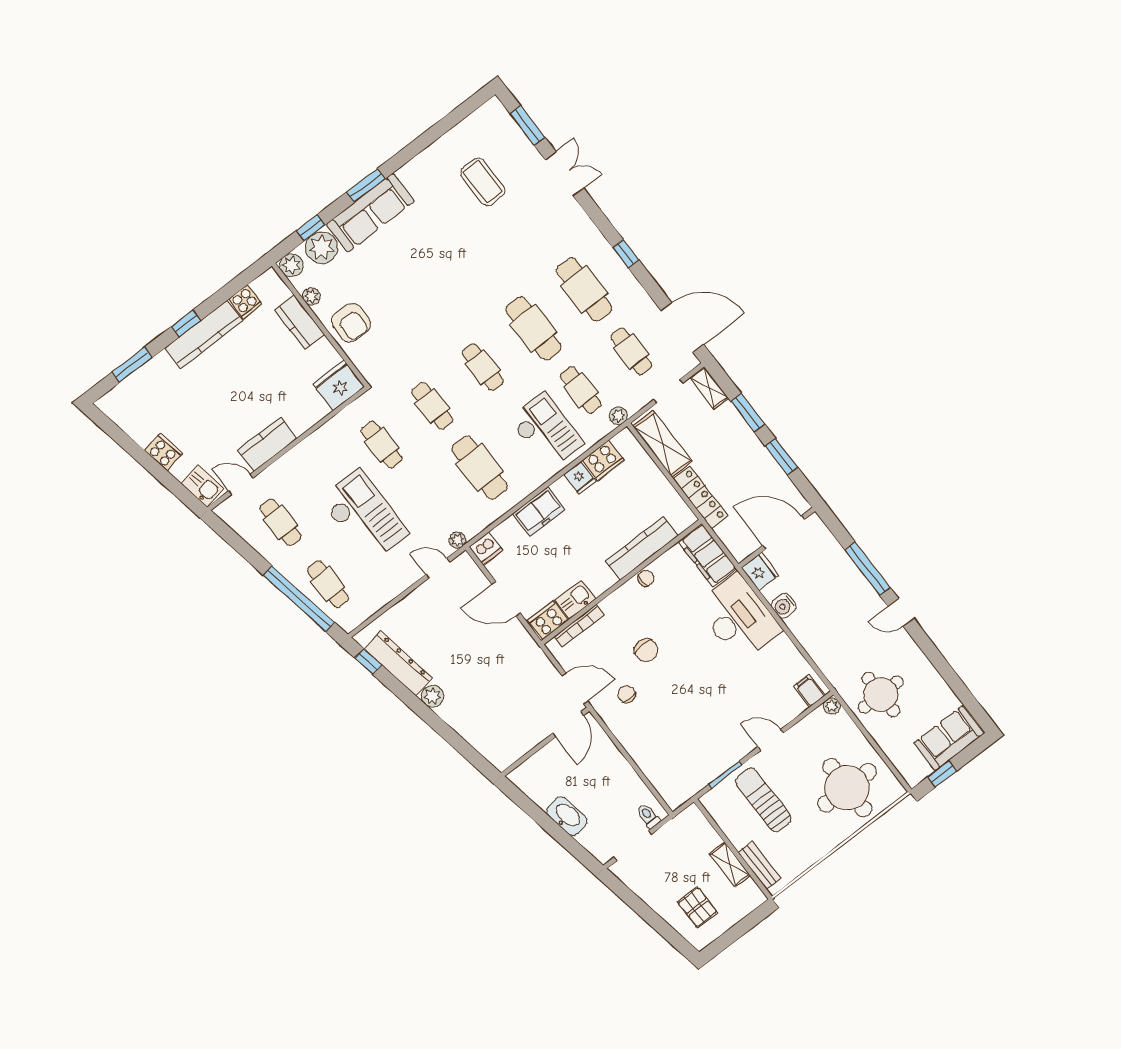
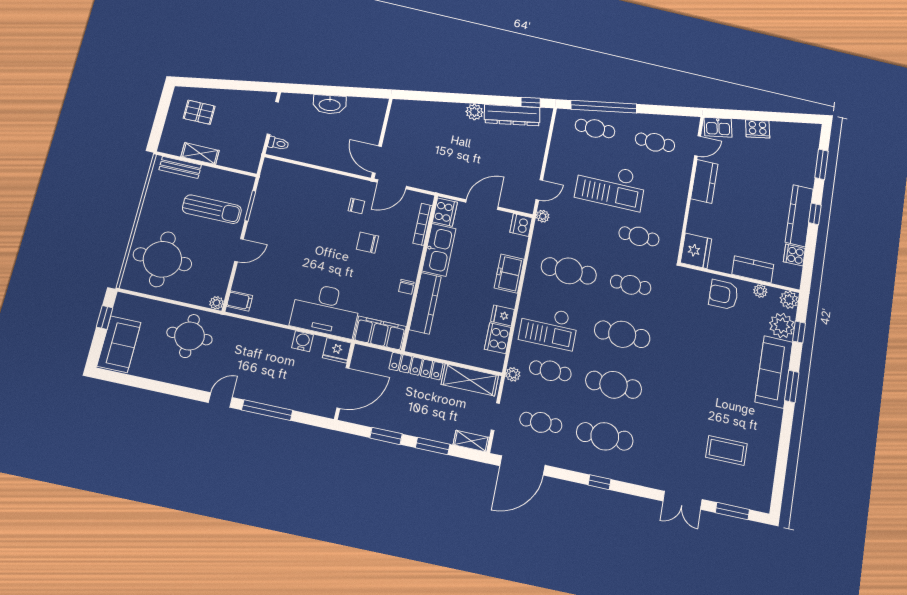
cafe table: (483, 367) -> (622, 334), width x1.37, depth x1.35
kitchen sink: (575, 600) -> (439, 250), width x1.88, depth x1.24

